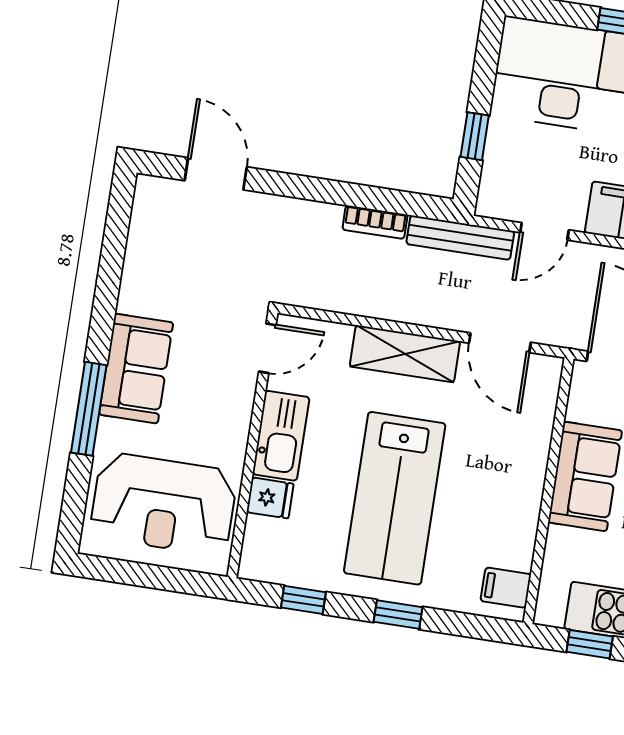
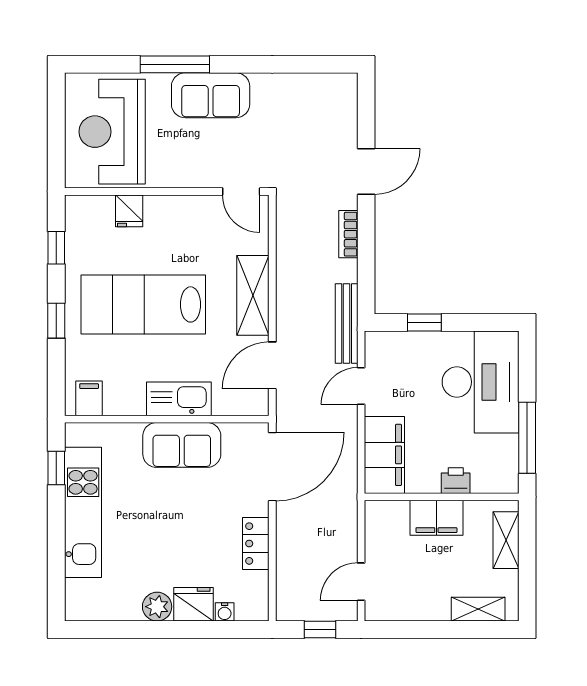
door: (216, 174) -> (366, 171), moved
bookcase: (375, 222) -> (348, 234), moved
door: (544, 231) -> (361, 386), hinge flipped
kitchen sink: (281, 436) -> (179, 399), moved, turned 180

